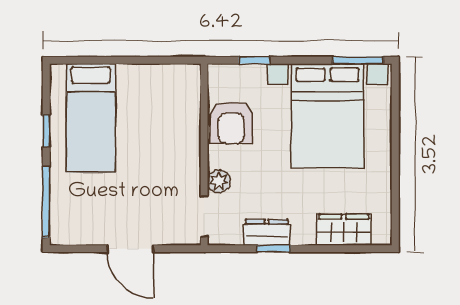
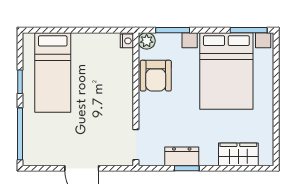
window: (254, 60) -> (173, 30), width x1.50
nightstand: (192, 75) -> (127, 41), added
plant: (219, 181) -> (147, 41), moved

